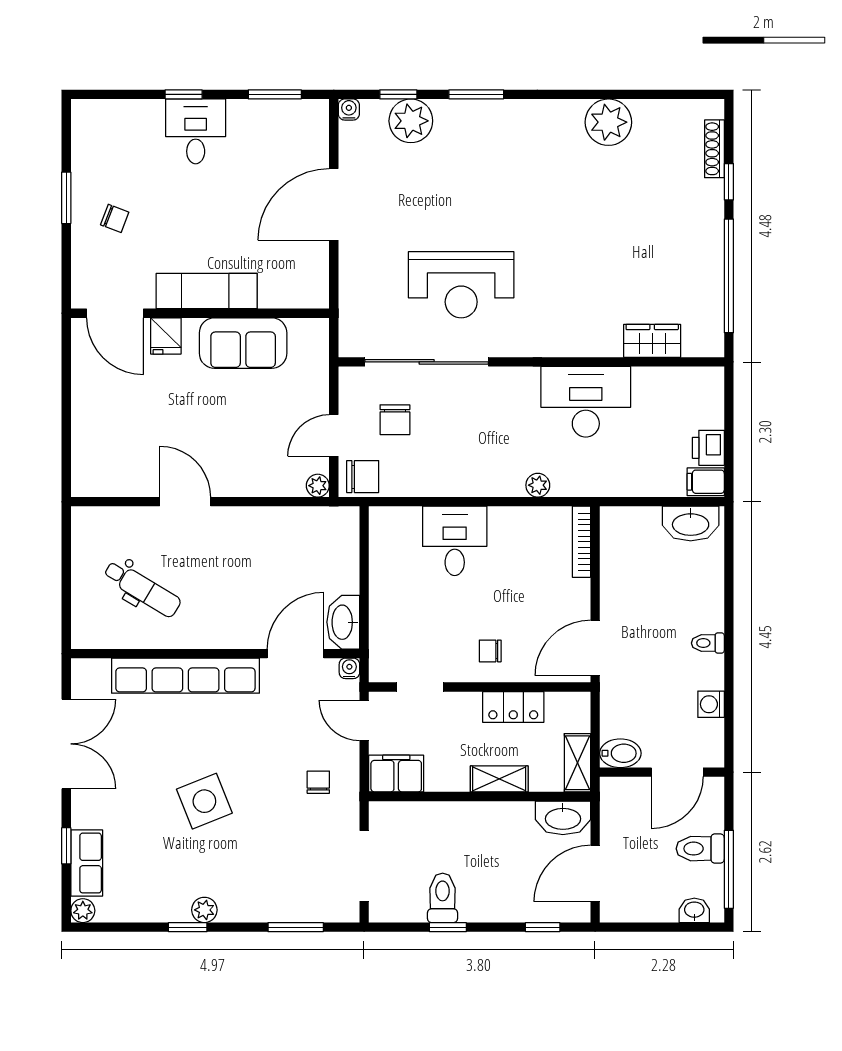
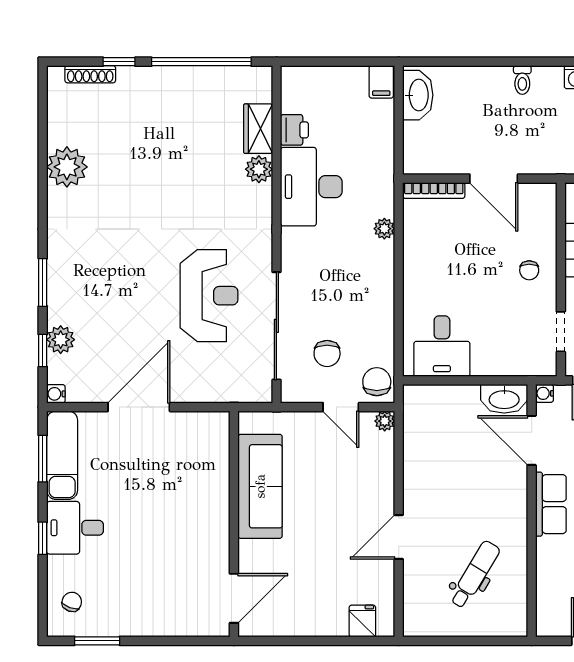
plant: (411, 121) -> (61, 340), width x0.73, depth x0.73
window: (66, 198) -> (97, 641), moved
door: (334, 204) -> (139, 407), swing flipped
chair: (115, 218) -> (72, 602), moved
exam couch: (207, 291) -> (62, 455), moved, turned 180
fridge: (166, 336) -> (362, 621), moved, turned -90
plant: (606, 342) -> (259, 169), added
sofa: (243, 343) -> (260, 486), width x1.36
chair: (395, 420) -> (327, 354), turned 90
printer: (708, 448) -> (294, 130), moved, turned -90
desk: (455, 541) -> (442, 346), moved, turned -90
door: (595, 648) -> (494, 179), moved
row of seats: (185, 676) -> (551, 504), width x0.50

